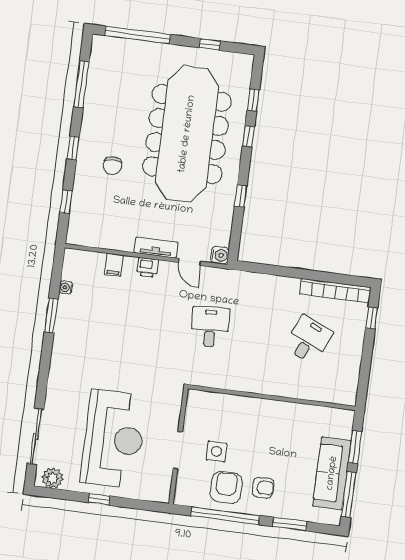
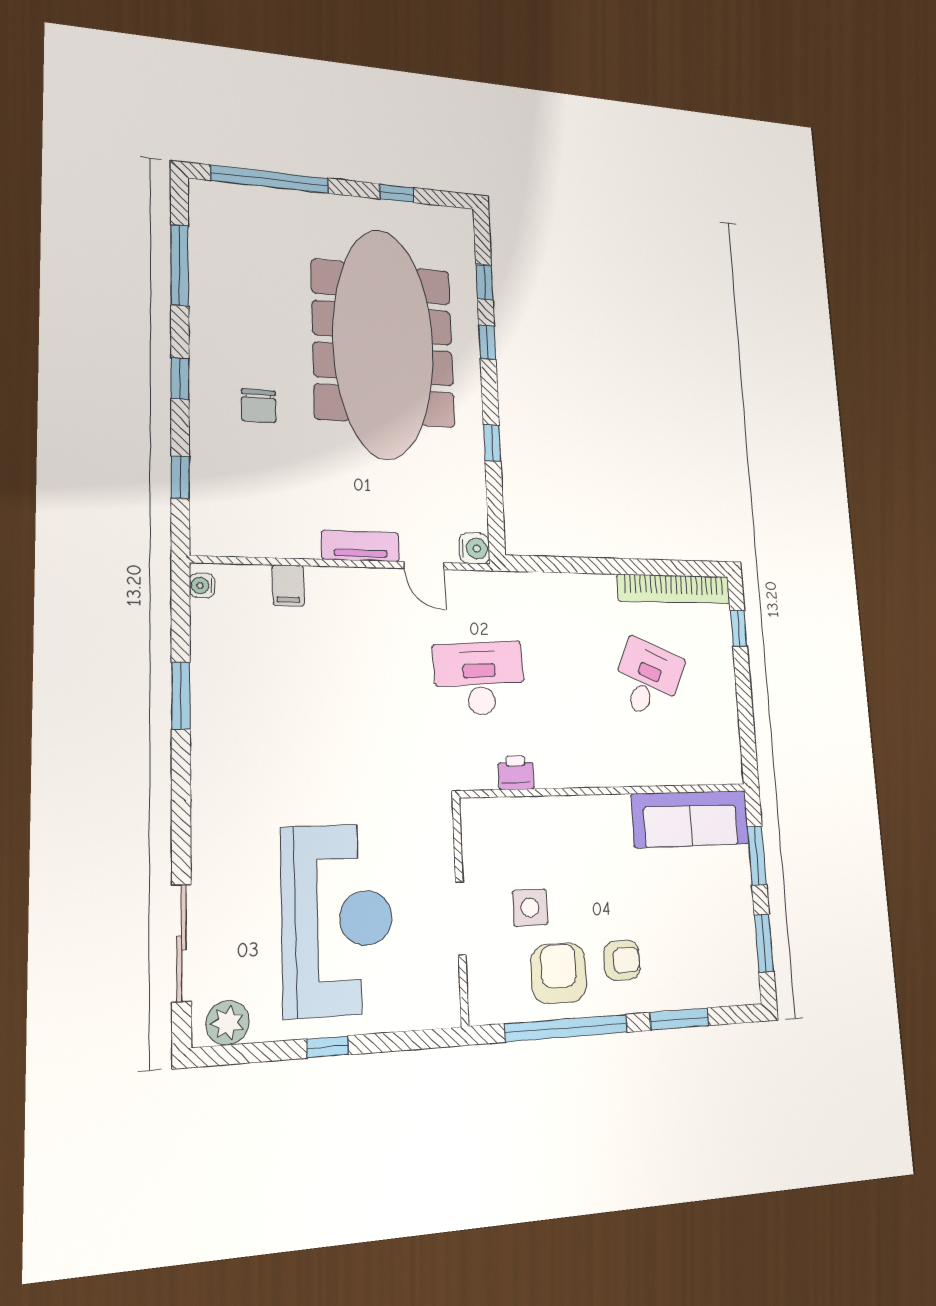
printer: (148, 267) -> (516, 773), moved, turned 180
water cooler: (66, 287) -> (202, 586), moved
desk: (210, 327) -> (480, 679), width x1.37
sofa: (332, 473) -> (690, 819), moved, turned -90
window: (349, 494) -> (764, 943), width x0.69

